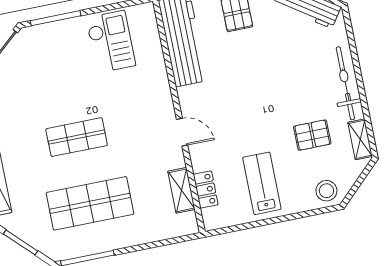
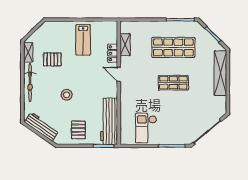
locker: (206, 190) -> (113, 53), moved
stool: (326, 191) -> (67, 95), moved

